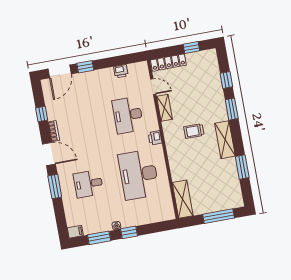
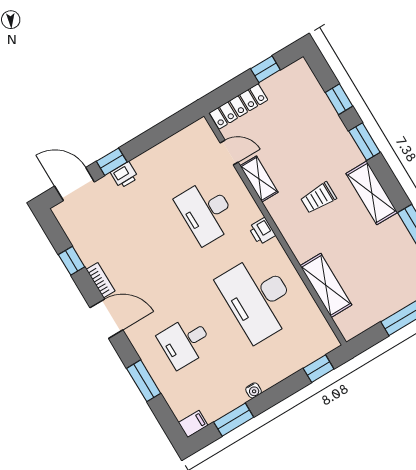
door: (60, 71) -> (75, 184), swing flipped
printer: (121, 71) -> (124, 175), moved
window: (55, 187) -> (144, 381), moved
shelving: (183, 199) -> (326, 285), moved
window: (129, 232) -> (319, 369), moved

